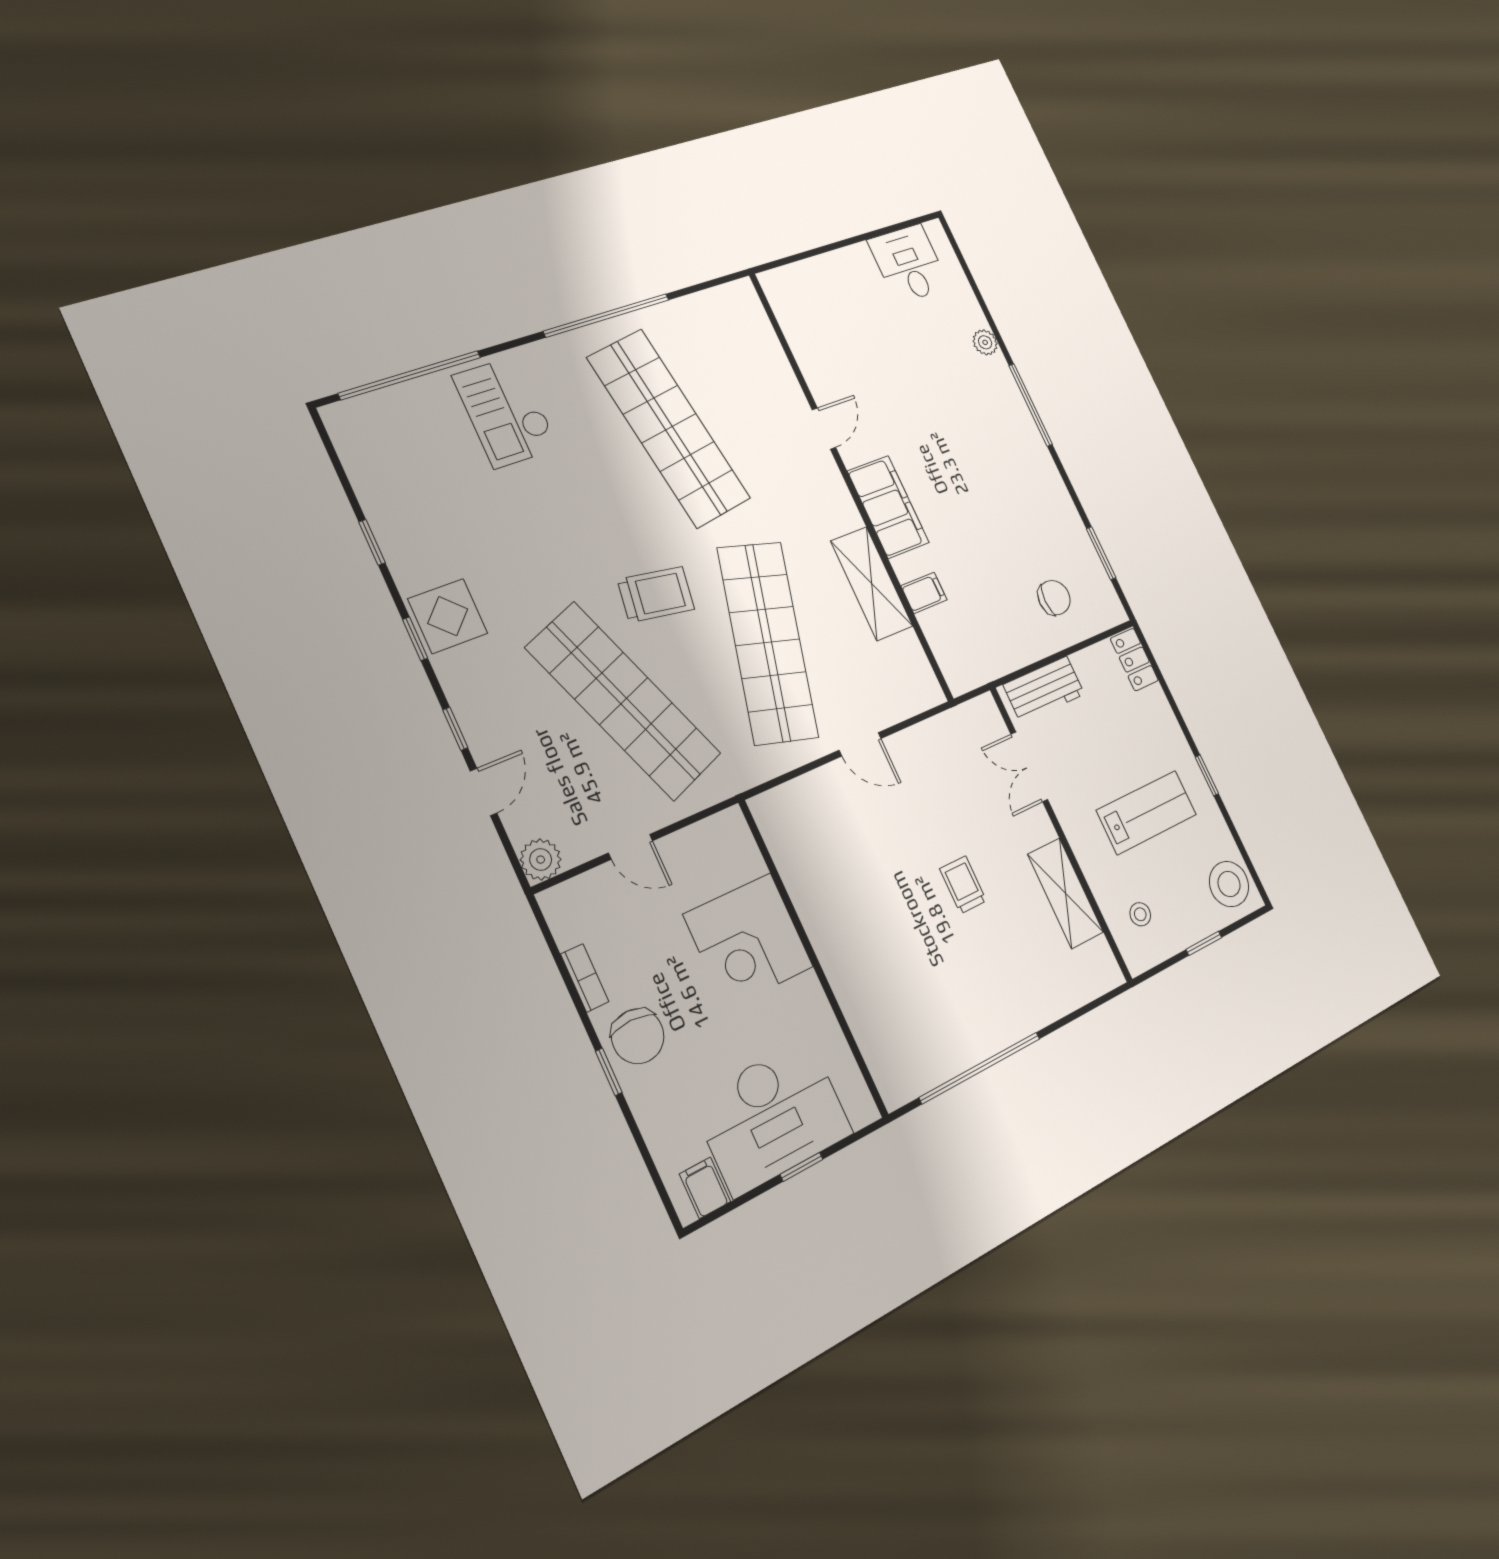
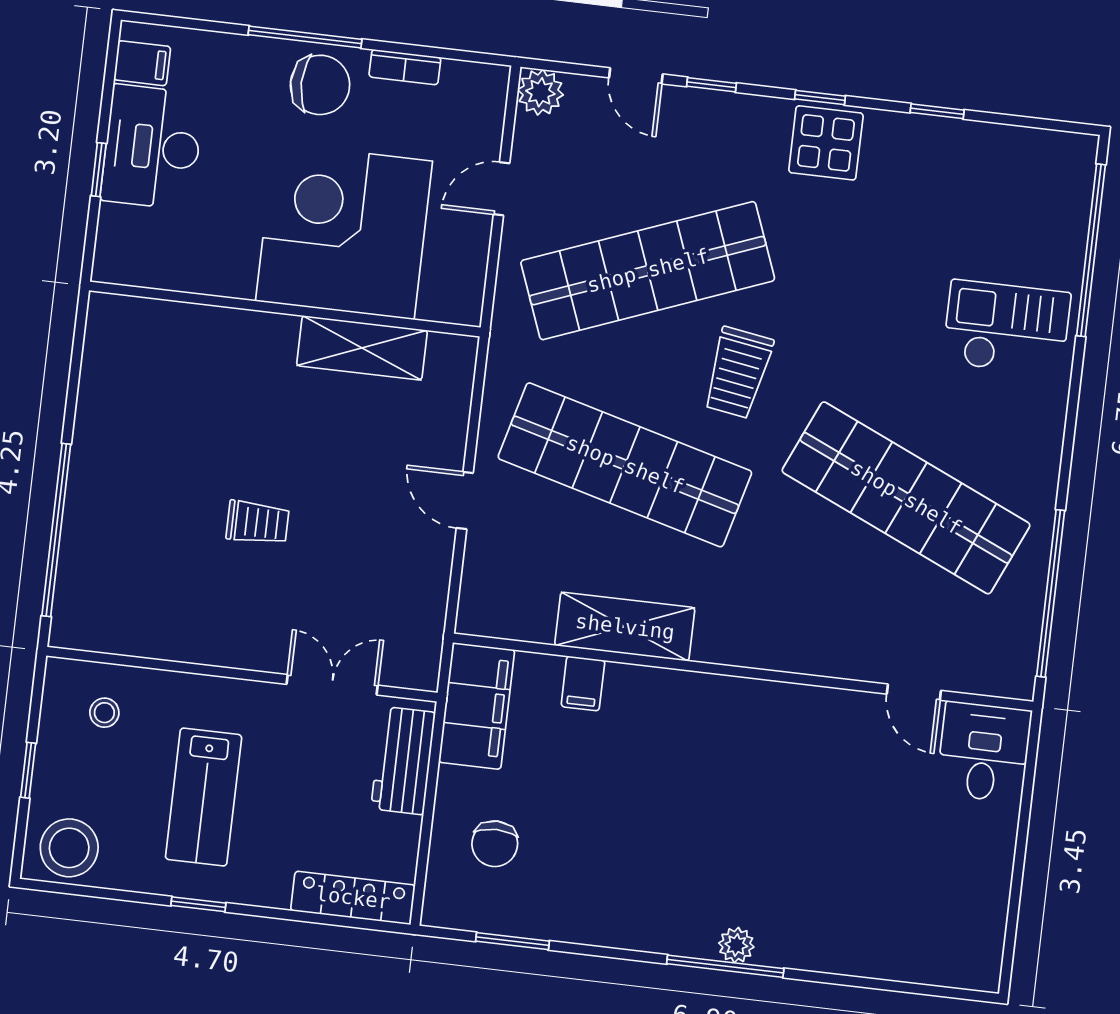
desk: (909, 264) -> (984, 752), moved, turned -90
window: (607, 315) -> (1051, 593), moved
plant: (985, 342) -> (736, 945), moved
shop shelf: (669, 428) -> (906, 498), turned 33
door: (824, 429) -> (914, 692), moved
filing cabinet: (888, 507) -> (477, 706), moved, turned -90
locker: (1134, 659) -> (353, 898), width x1.53
door: (860, 744) -> (465, 501), hinge flipped
shelving: (1066, 893) -> (362, 348), moved
corner desk: (748, 941) -> (344, 231), width x1.36, depth x1.36
chair: (638, 1036) -> (320, 85), turned 180
window: (980, 1068) -> (56, 530), moved
window: (609, 1072) -> (305, 37), width x2.17
desk: (772, 1116) -> (152, 147), width x0.73, depth x0.77

